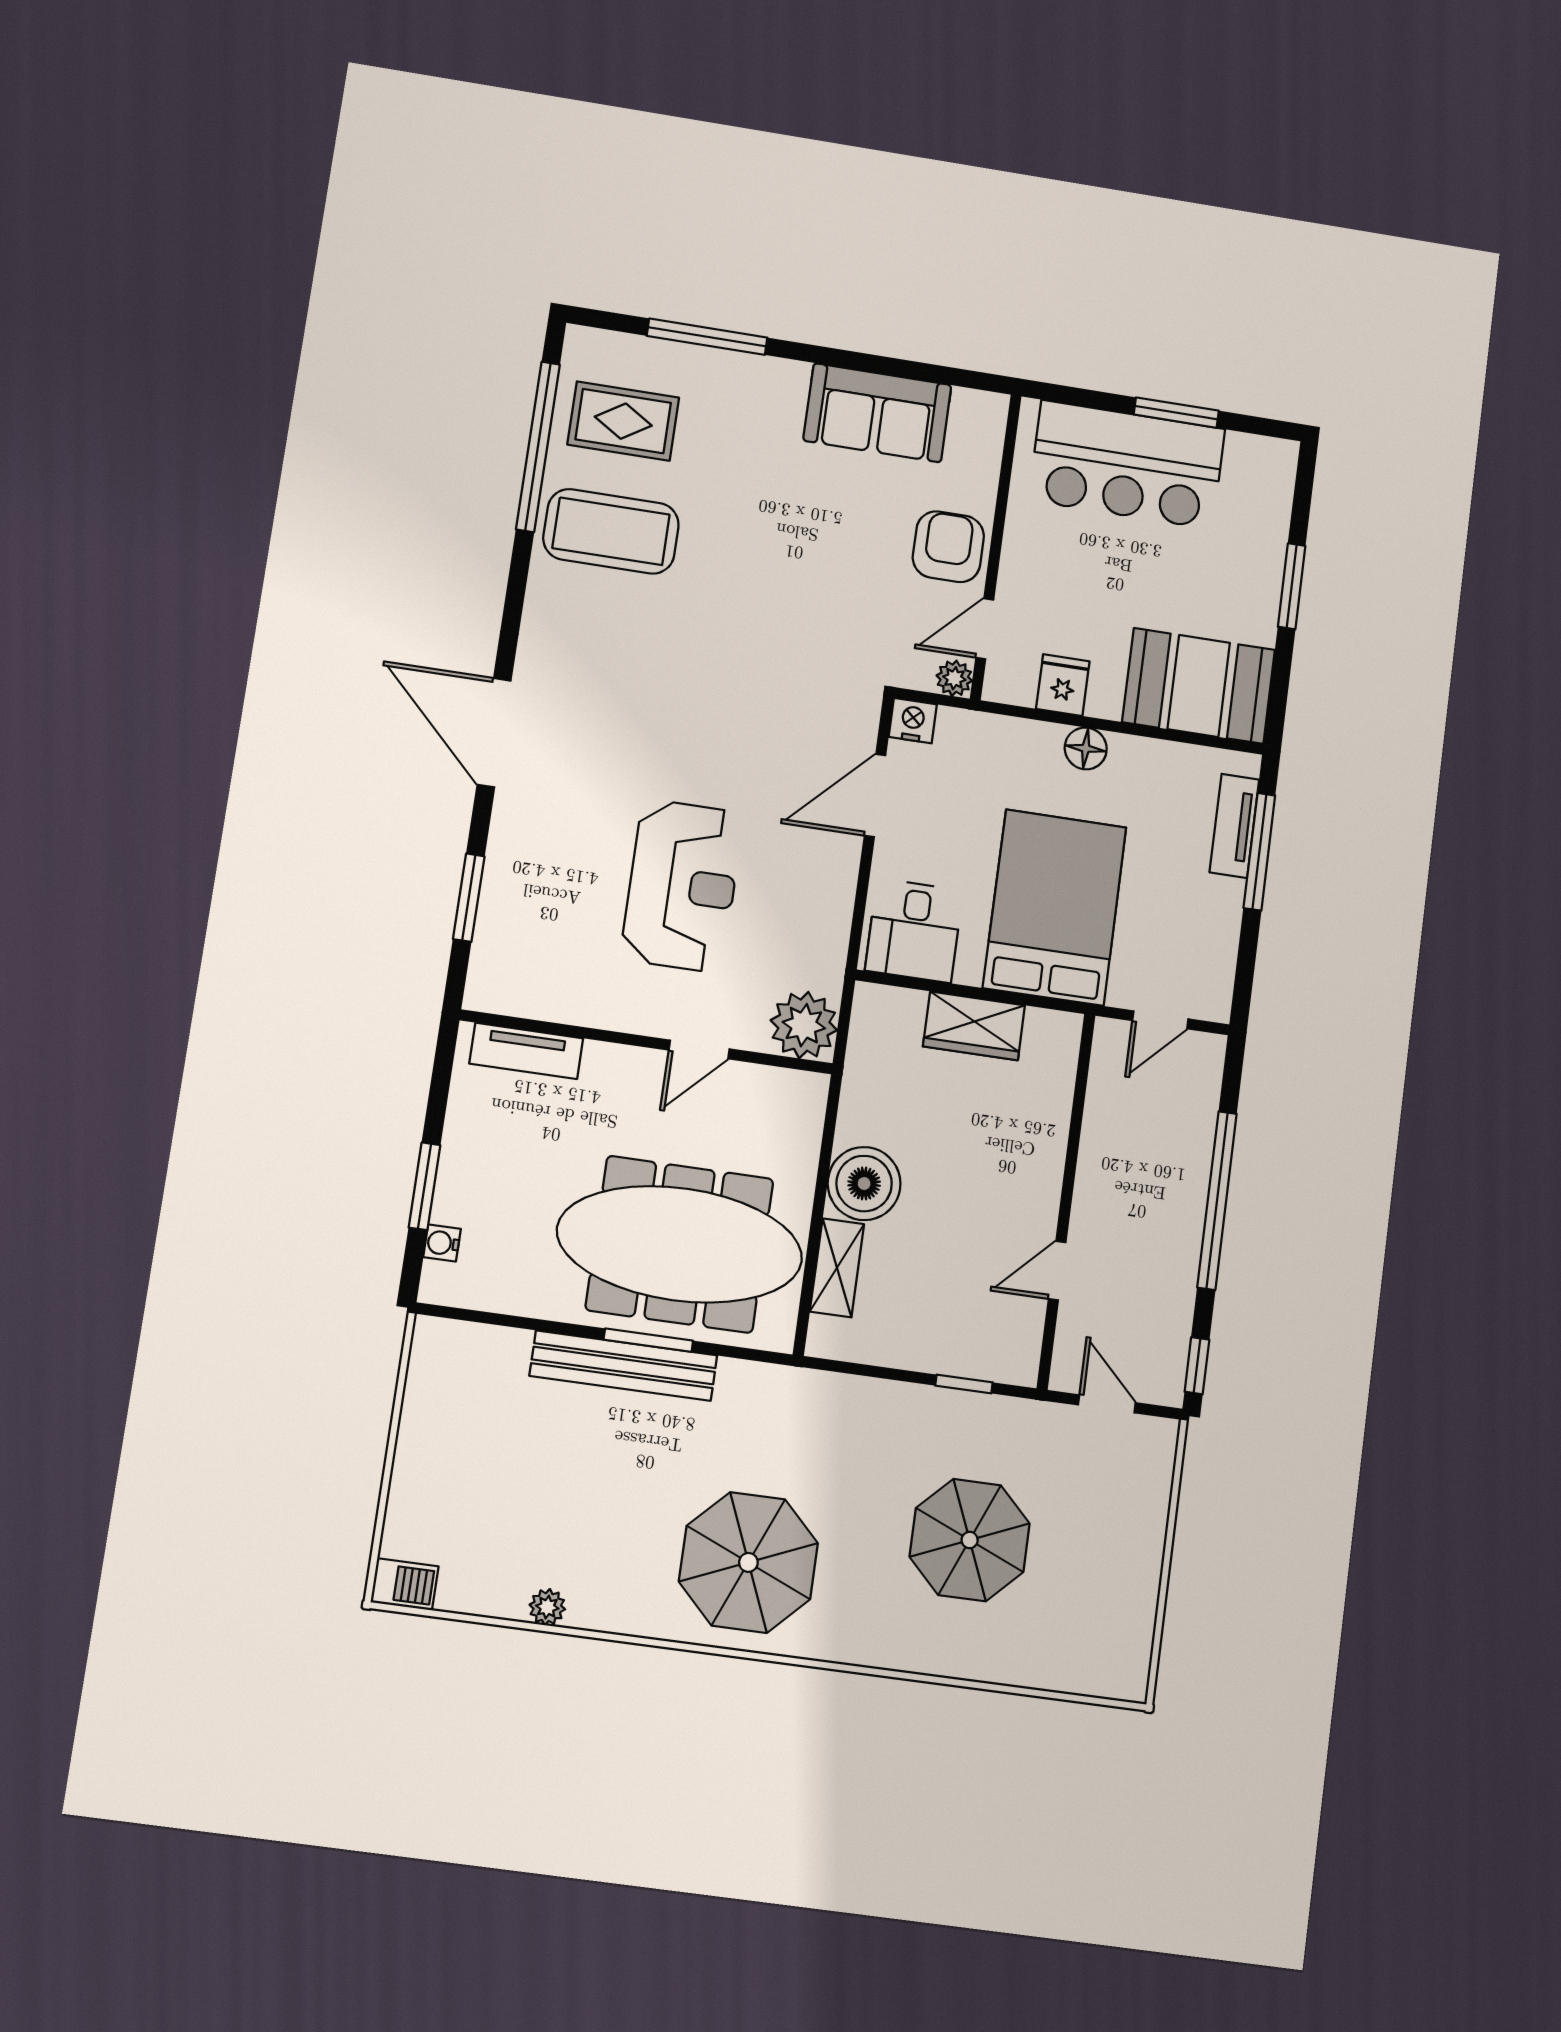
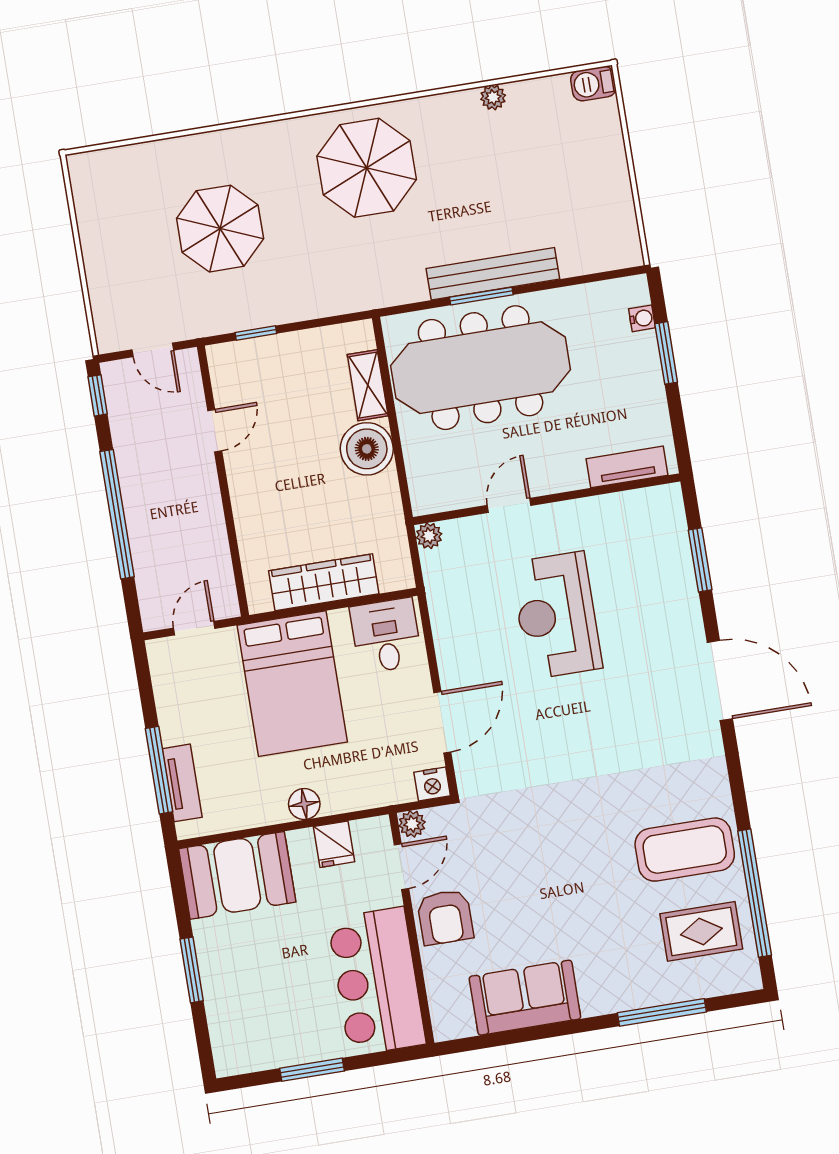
bar counter: (1127, 465) -> (377, 981), moved, turned -90
plant: (804, 1025) -> (429, 536), width x0.53, depth x0.53
wardrobe: (974, 1026) -> (324, 582), width x1.50

